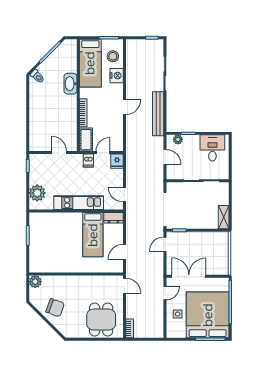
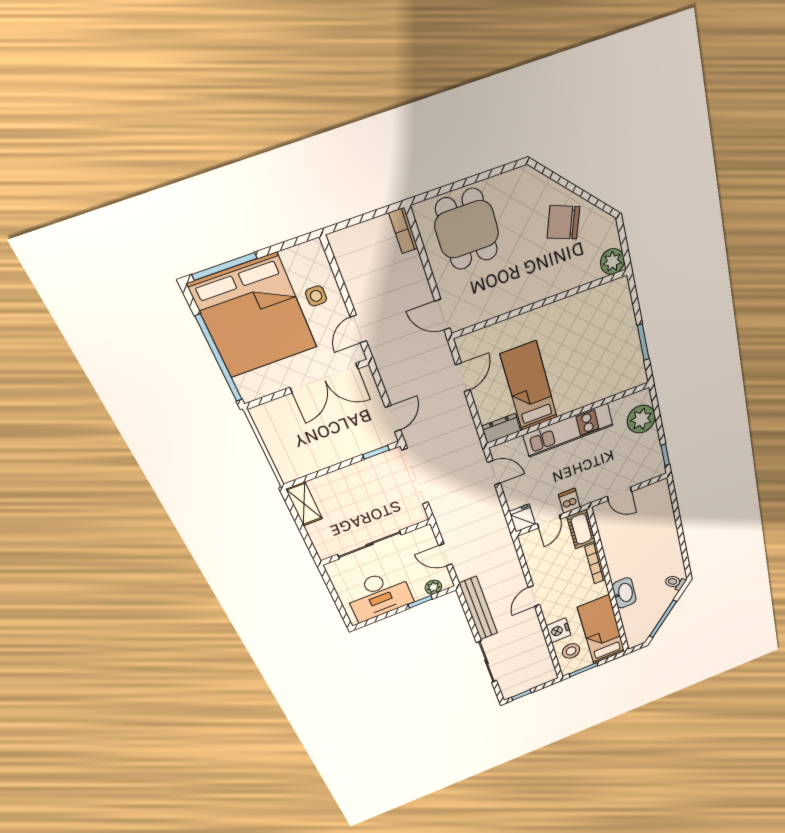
desk: (212, 148) -> (379, 595), width x1.37

